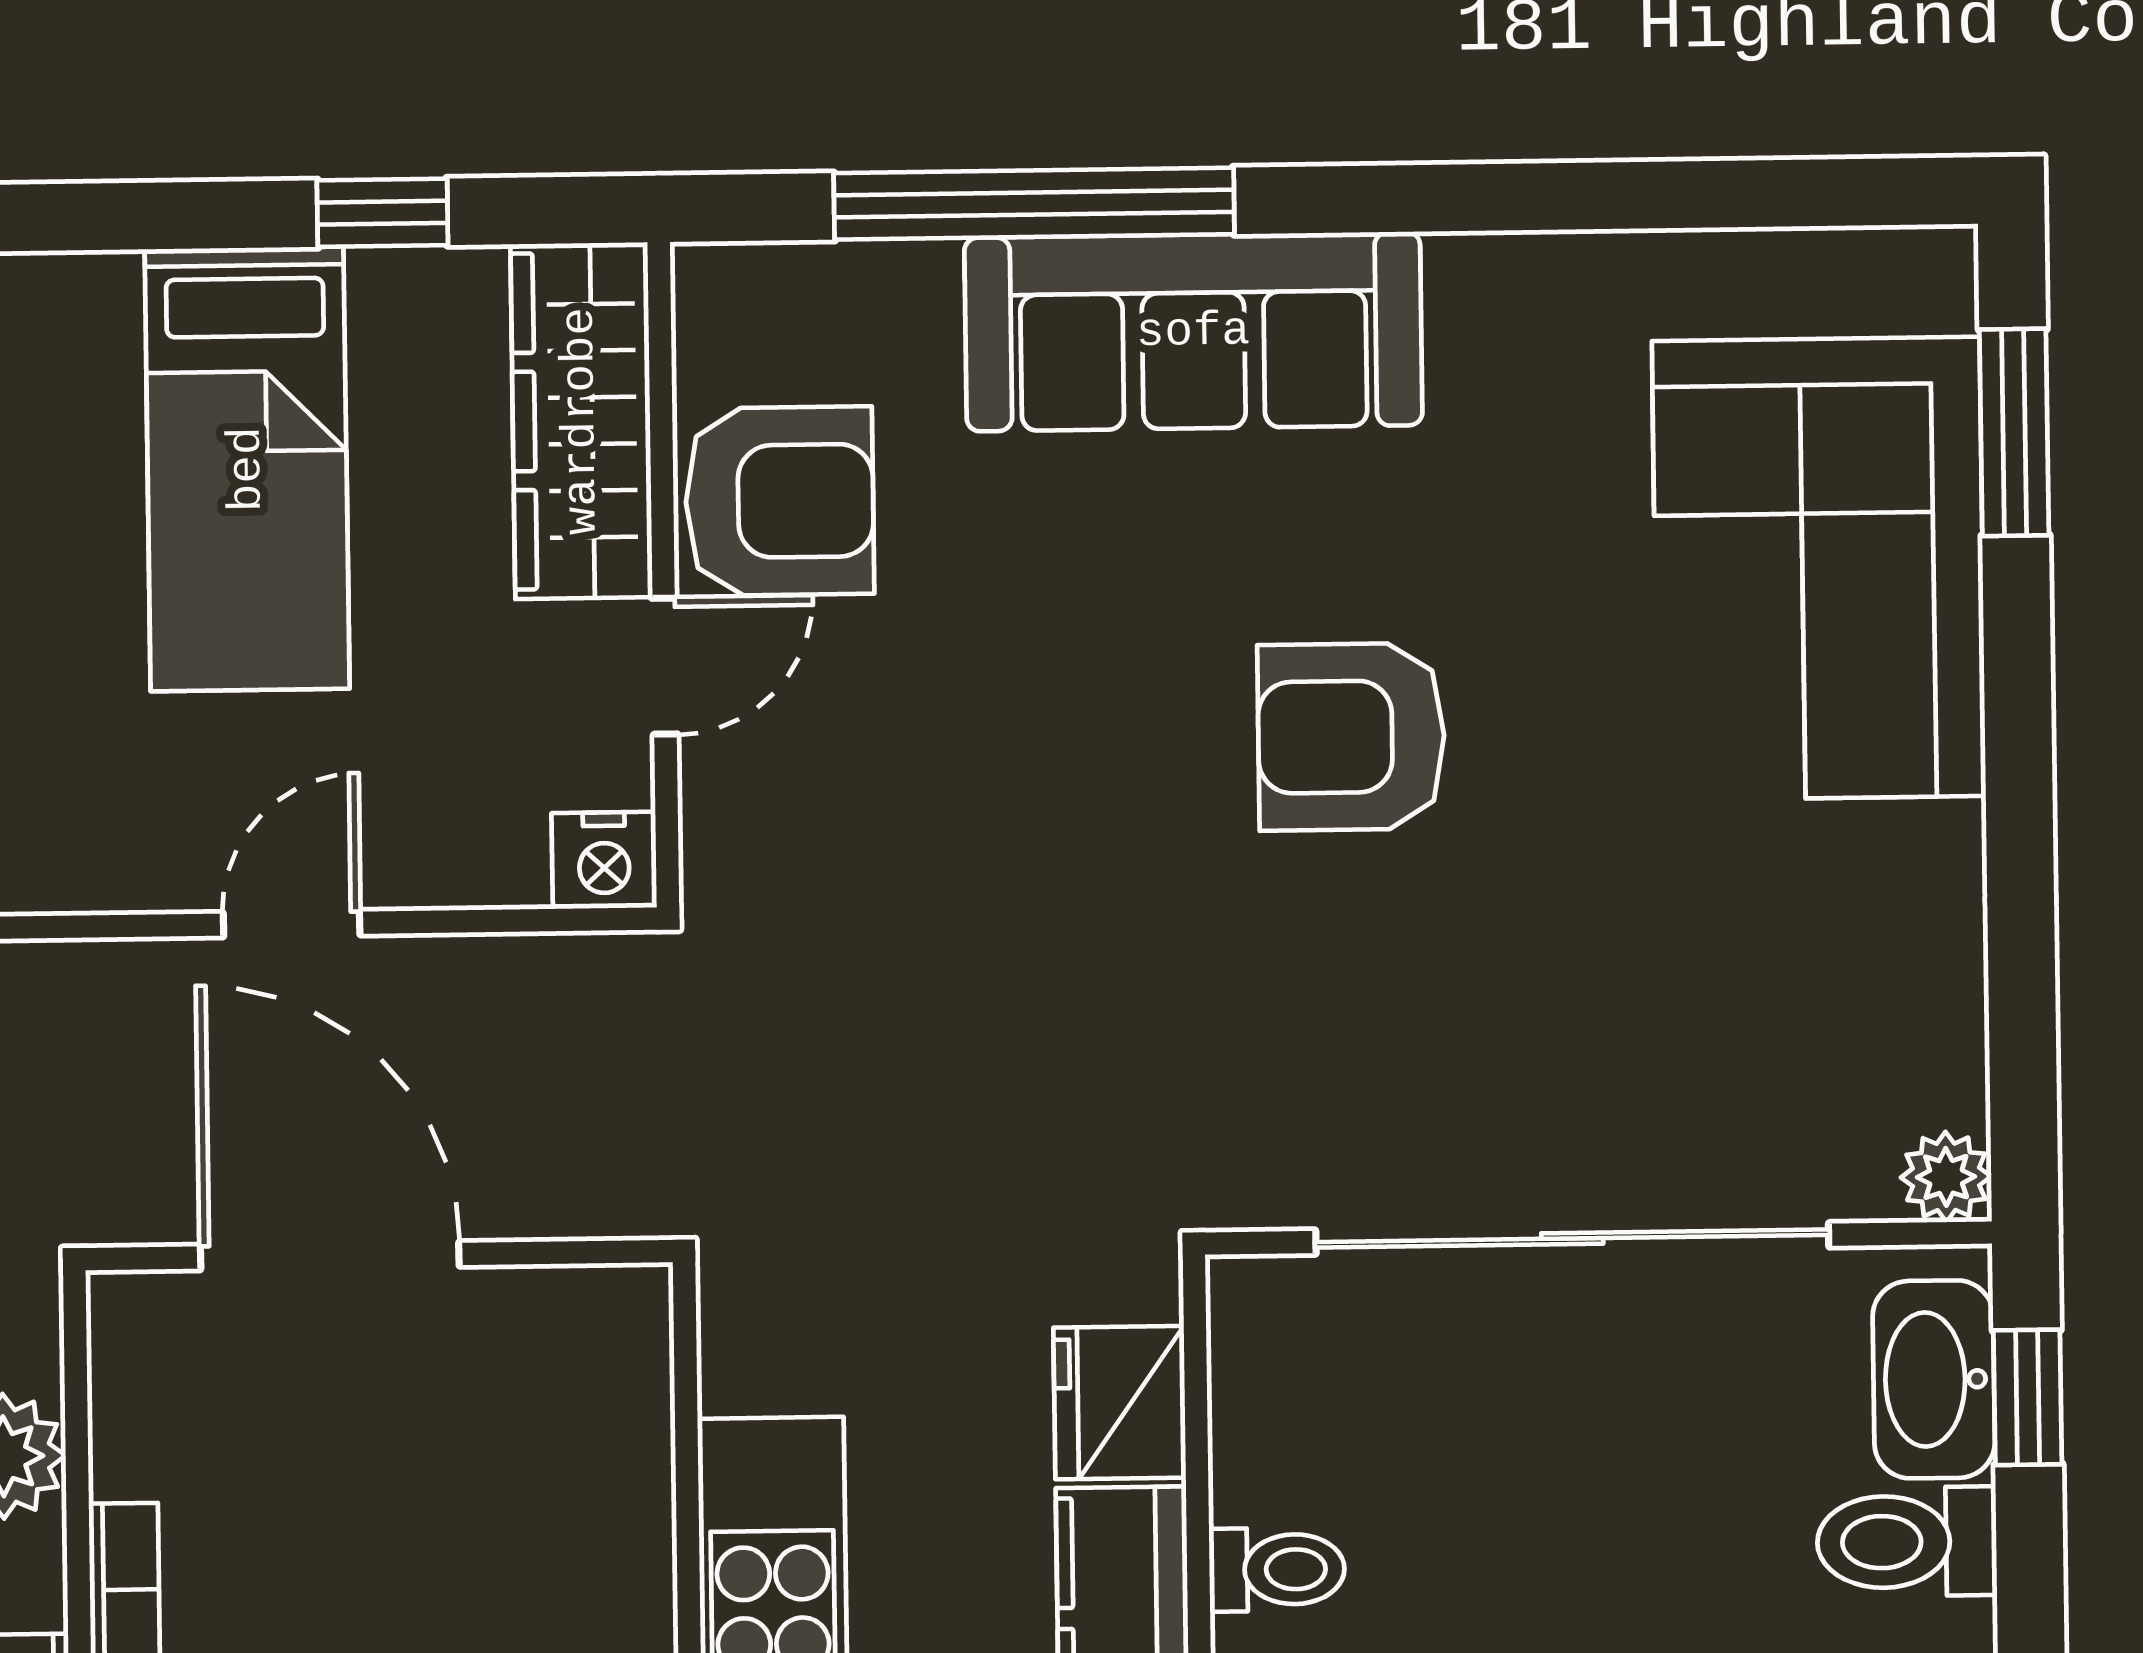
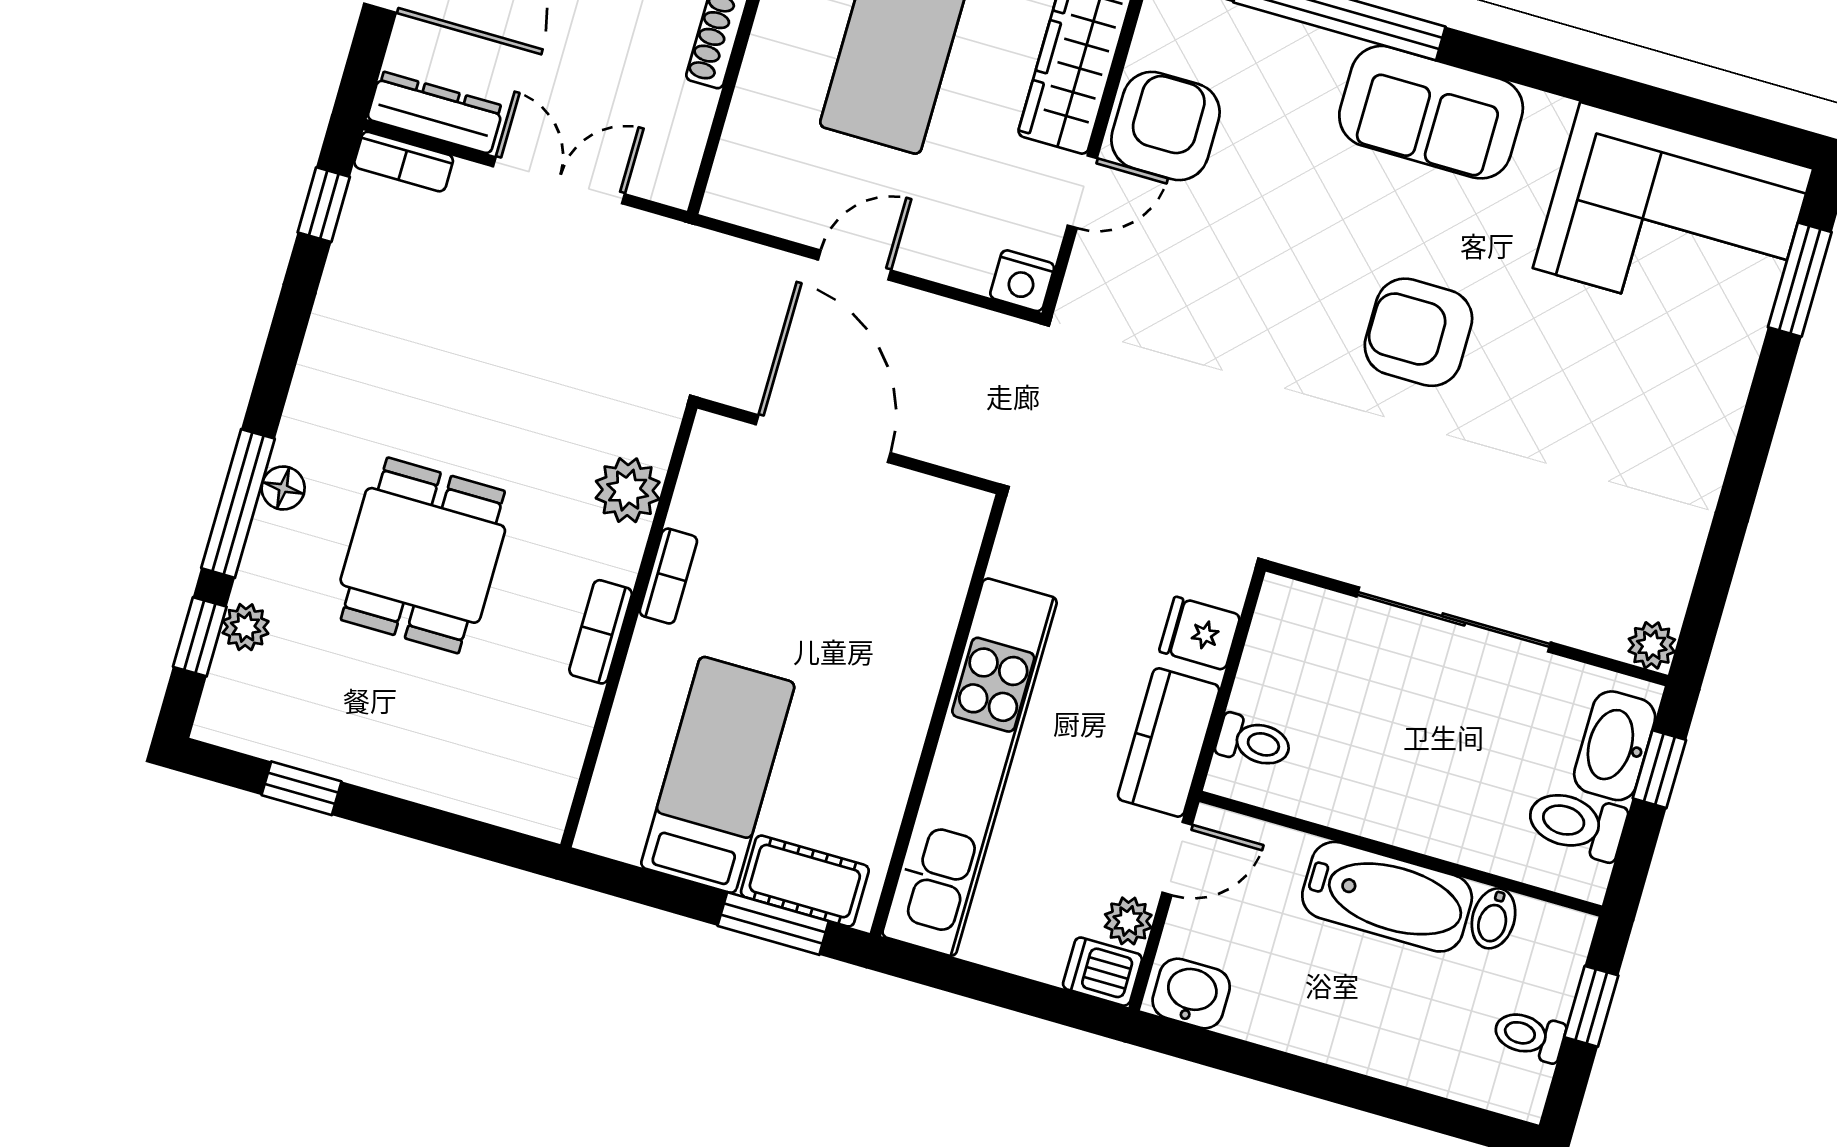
sofa: (1193, 332) -> (1431, 112), width x0.73
armchair: (779, 501) -> (1165, 126), turned -90
corner sofa: (1819, 569) -> (1673, 218), moved, turned -90
sliding door: (1572, 1238) -> (1454, 619), width x0.73
fridge: (1120, 1403) -> (1200, 633), width x0.72

